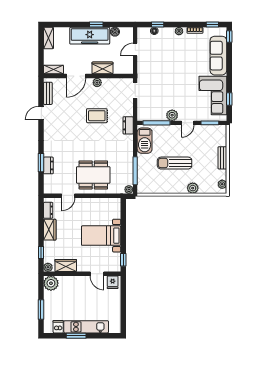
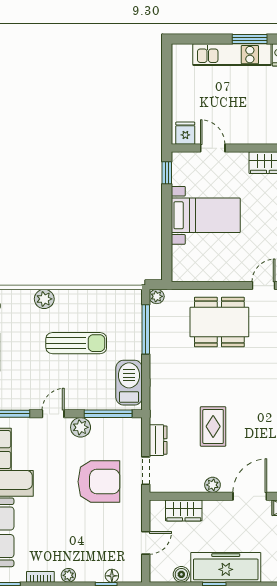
wardrobe: (102, 68) -> (184, 510), moved
armchair: (162, 84) -> (99, 482), added
rug: (97, 116) -> (213, 426), turned 90
dresser: (128, 125) -> (158, 440), moved

